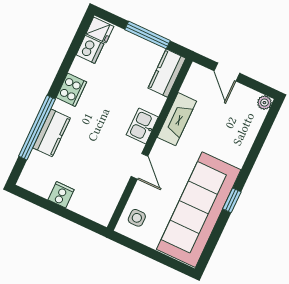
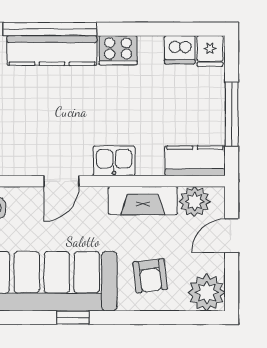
plant: (193, 86) -> (195, 202), added
plant: (264, 103) -> (207, 293), width x1.87, depth x1.87
kitchen counter: (52, 133) -> (52, 51), width x1.50
armchair: (228, 137) -> (150, 276), added

